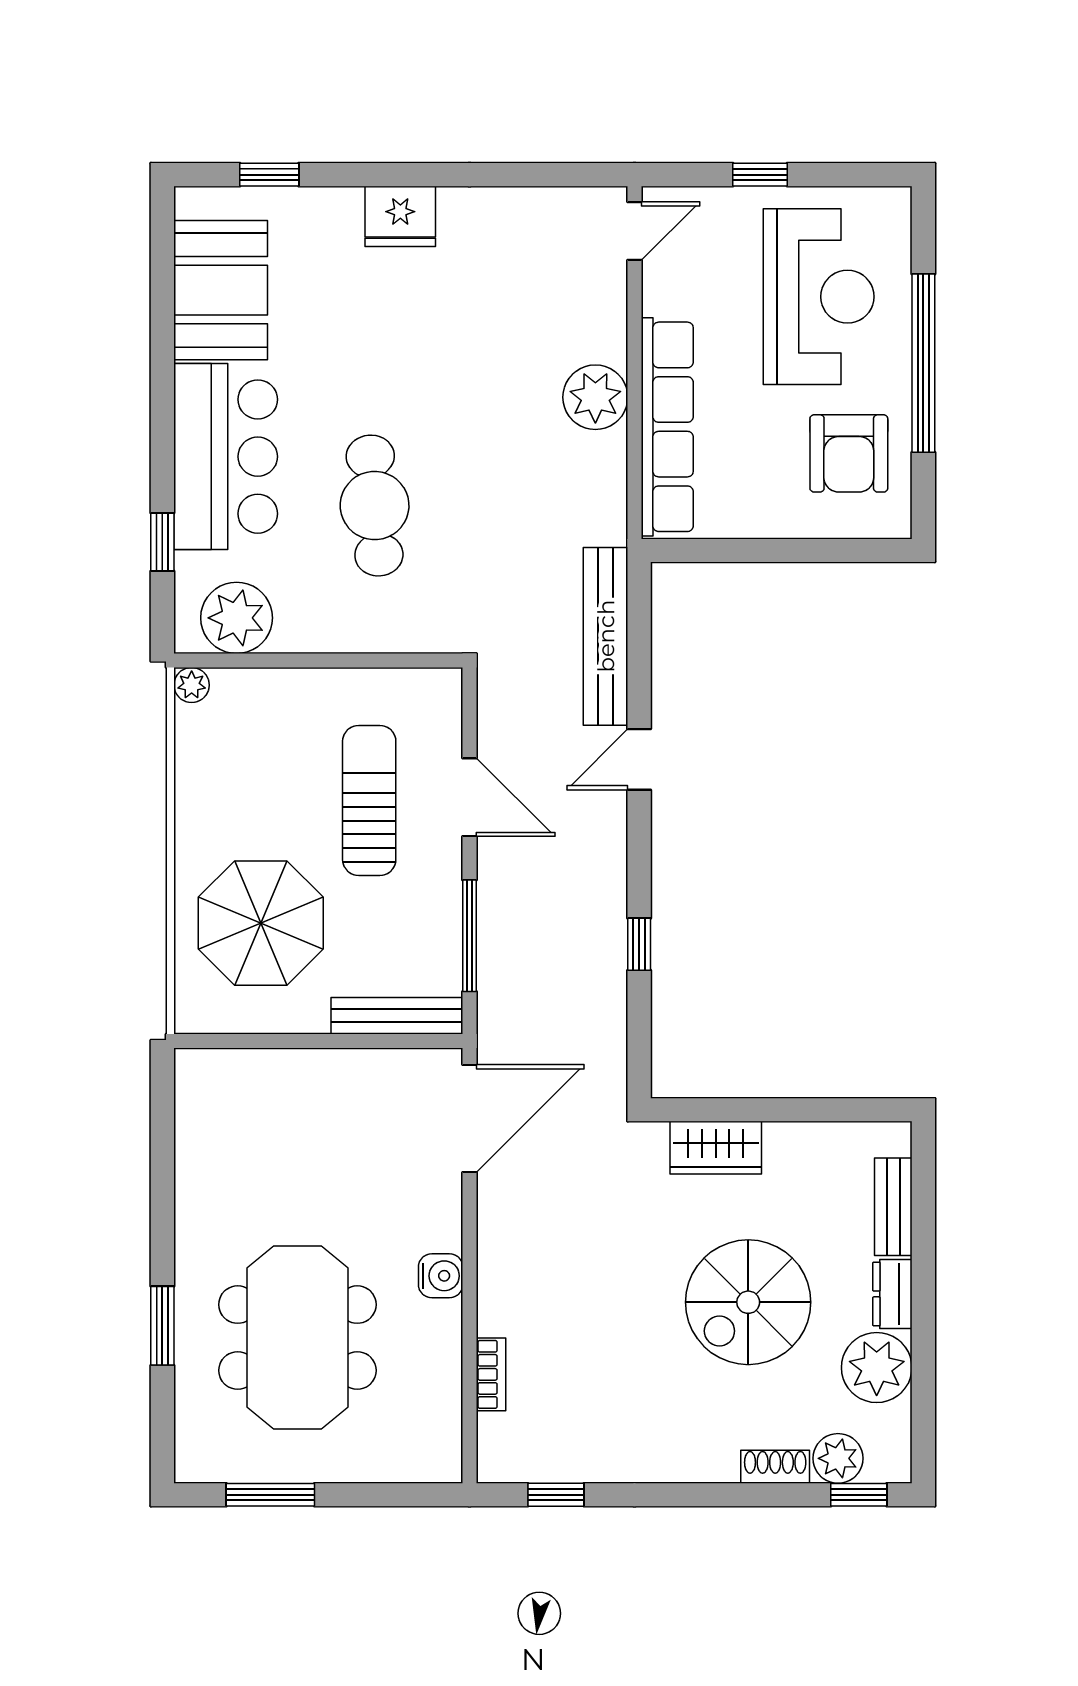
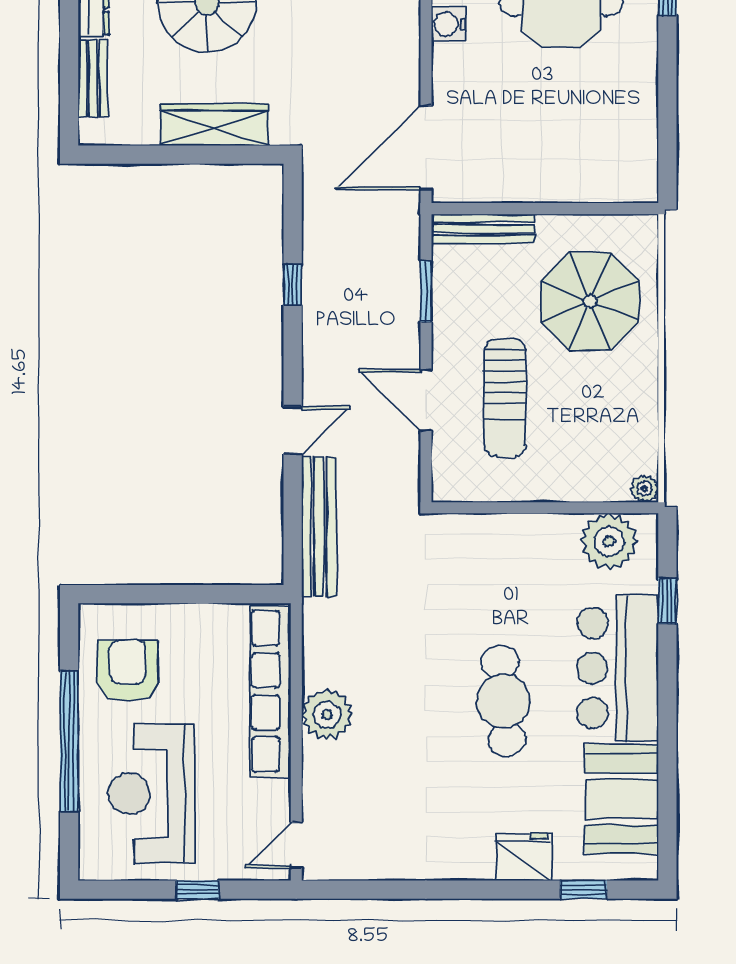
fridge: (400, 216) -> (524, 857), moved
cafe table: (375, 506) -> (503, 701), moved
window: (470, 936) -> (426, 291), width x0.69
wardrobe: (716, 1148) -> (214, 125), width x1.50

